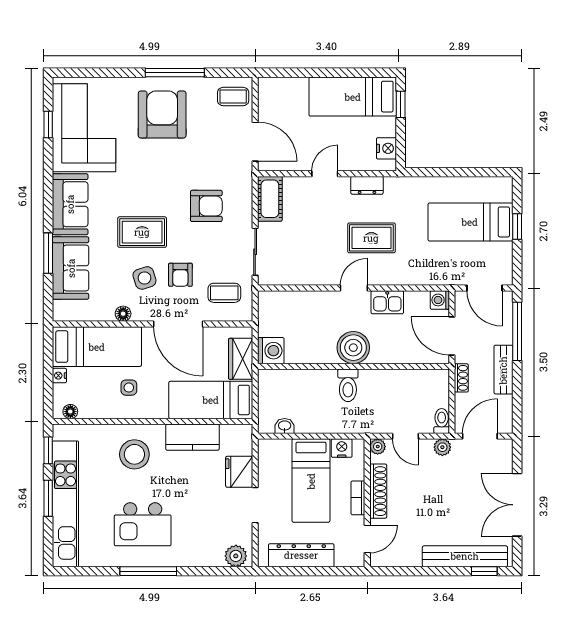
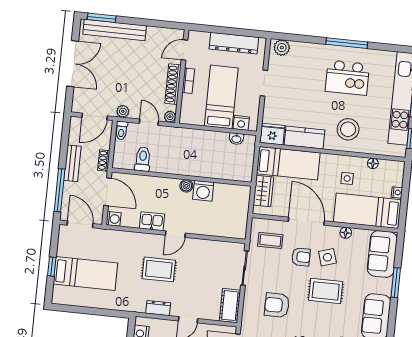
sofa: (71, 268) -> (382, 254), moved
armchair: (180, 275) -> (301, 257), turned 90
boiler: (353, 348) -> (186, 186), width x0.54, depth x0.54
washing machine: (271, 351) -> (203, 191), moved, turned -90
toilet: (348, 385) -> (143, 159), moved
floor lamp: (70, 412) -> (373, 163), moved
nightstand: (342, 448) -> (241, 123), moved
fridge: (239, 472) -> (272, 134), moved, turned -90
kitchen island: (143, 524) -> (347, 78), turned 180
window: (484, 571) -> (102, 18), width x1.50

